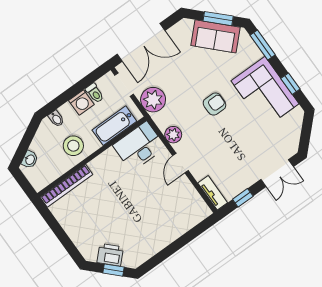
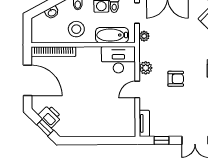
plant: (153, 100) -> (144, 36), width x0.53, depth x0.53
armchair: (215, 104) -> (176, 79), moved
washbasin: (30, 160) -> (52, 13), moved
door: (61, 234) -> (27, 80), added

